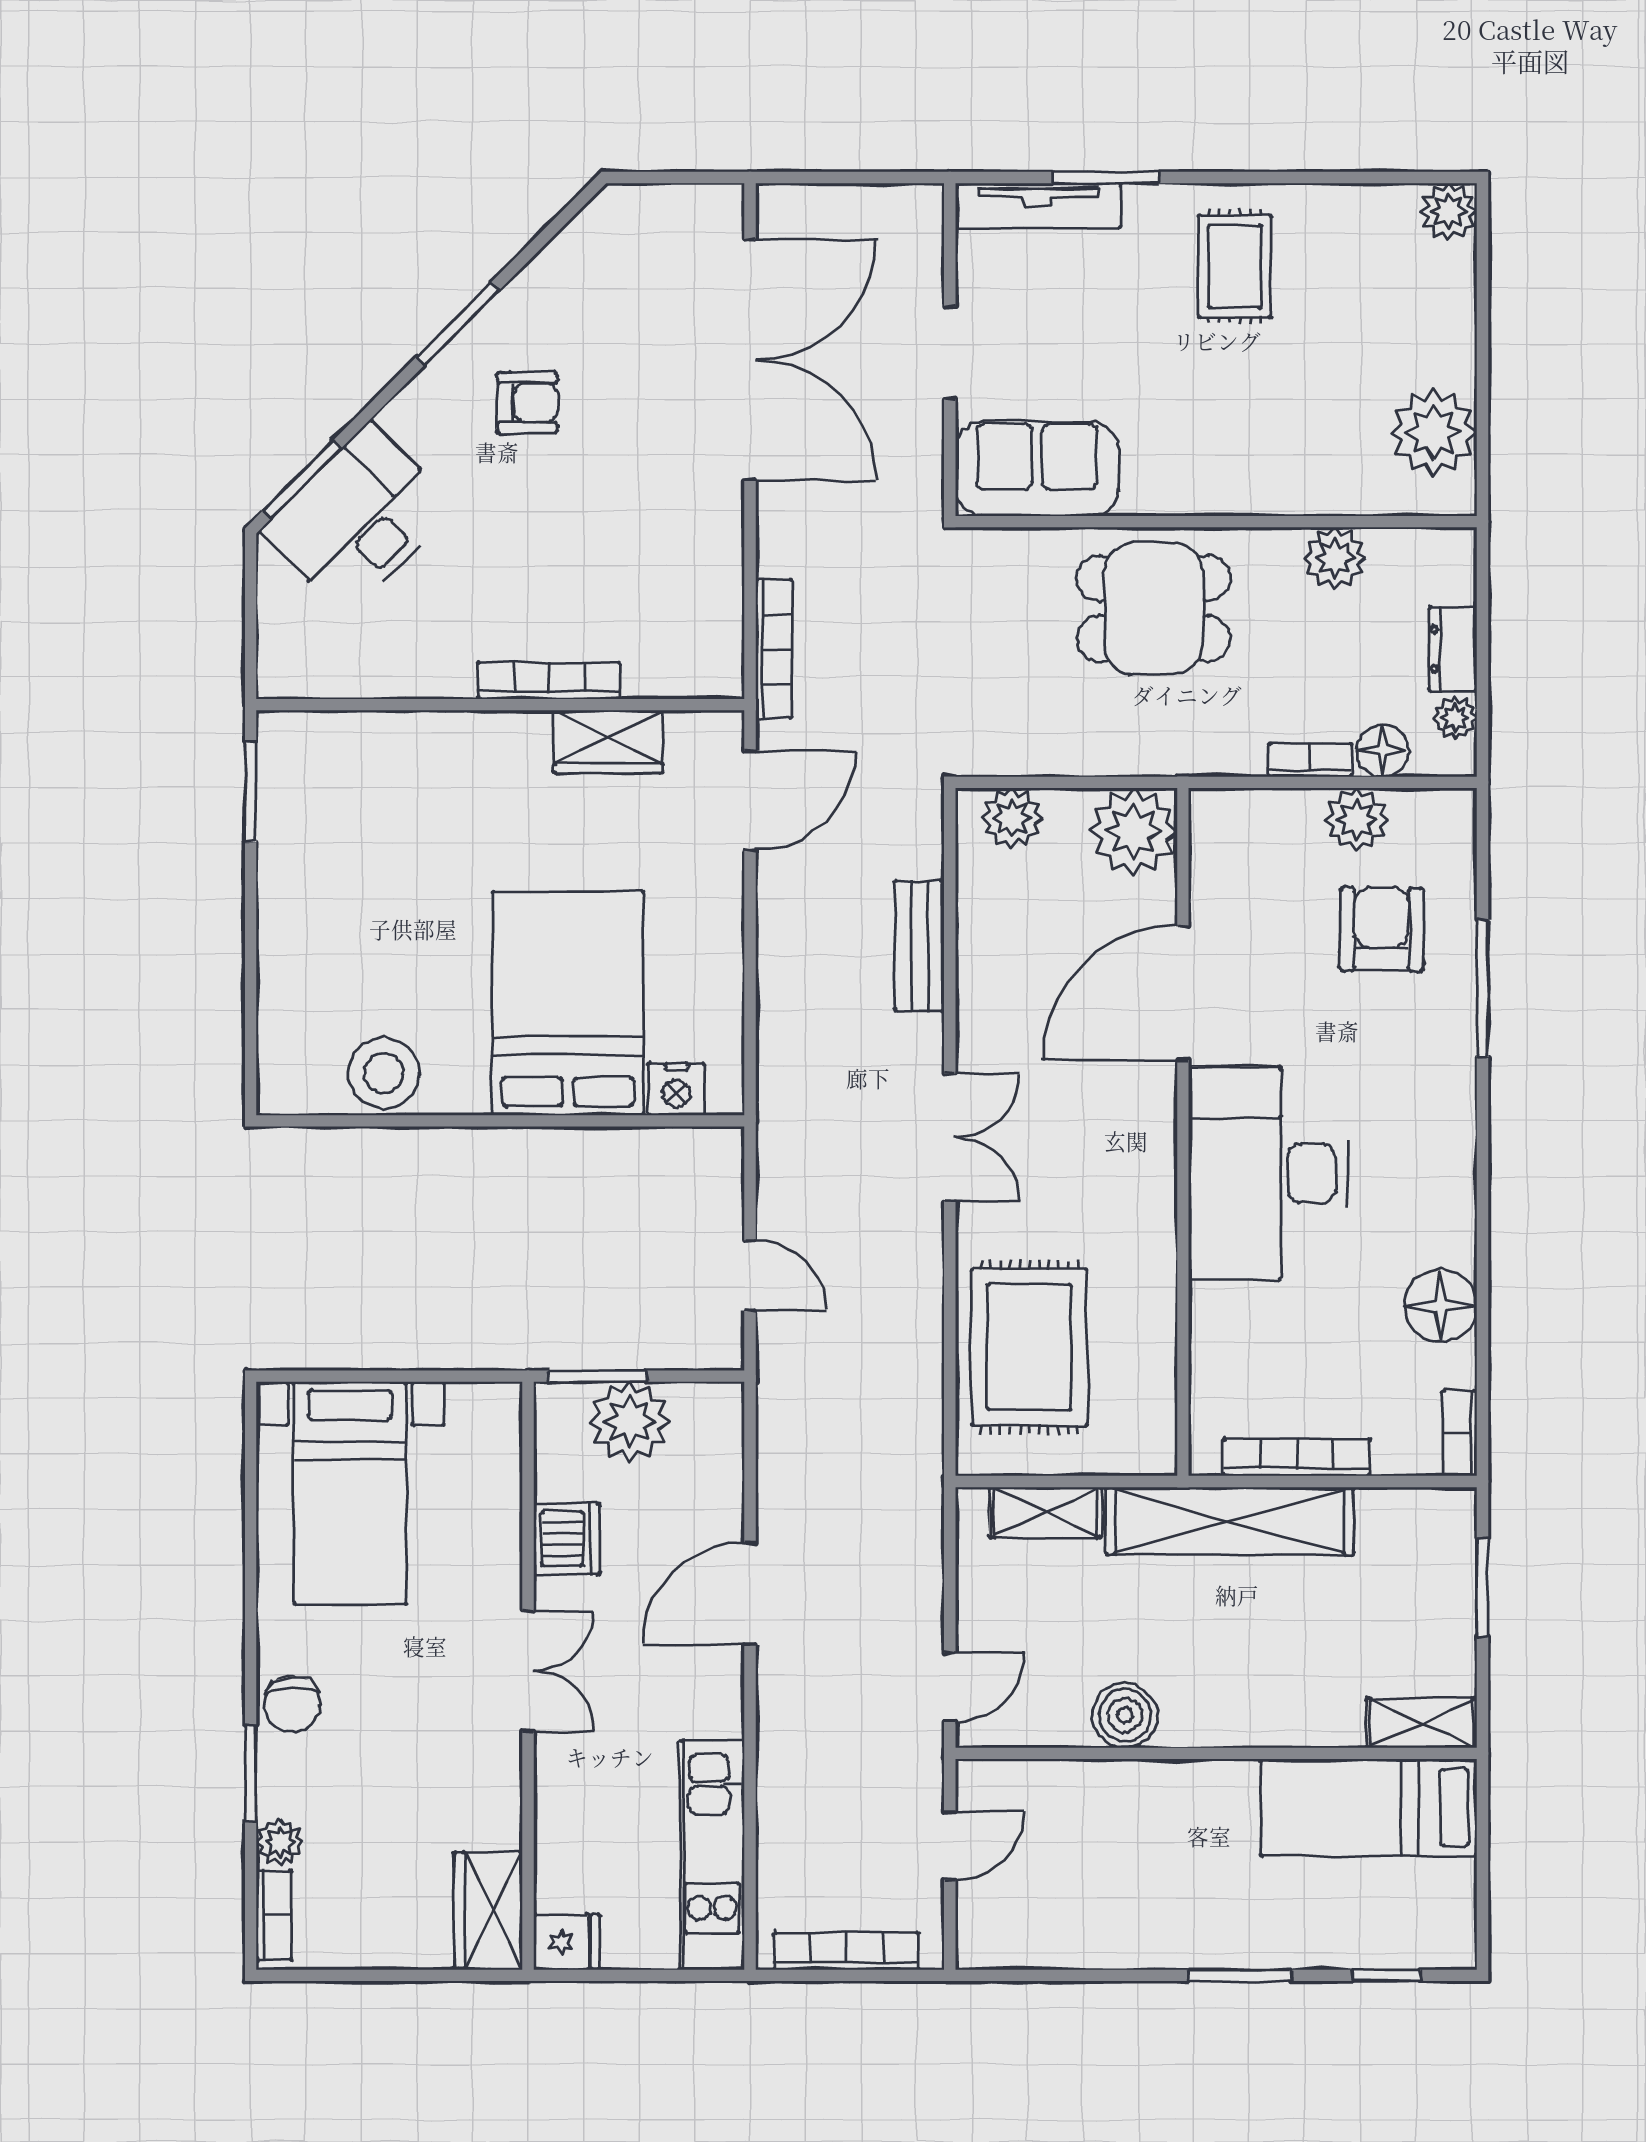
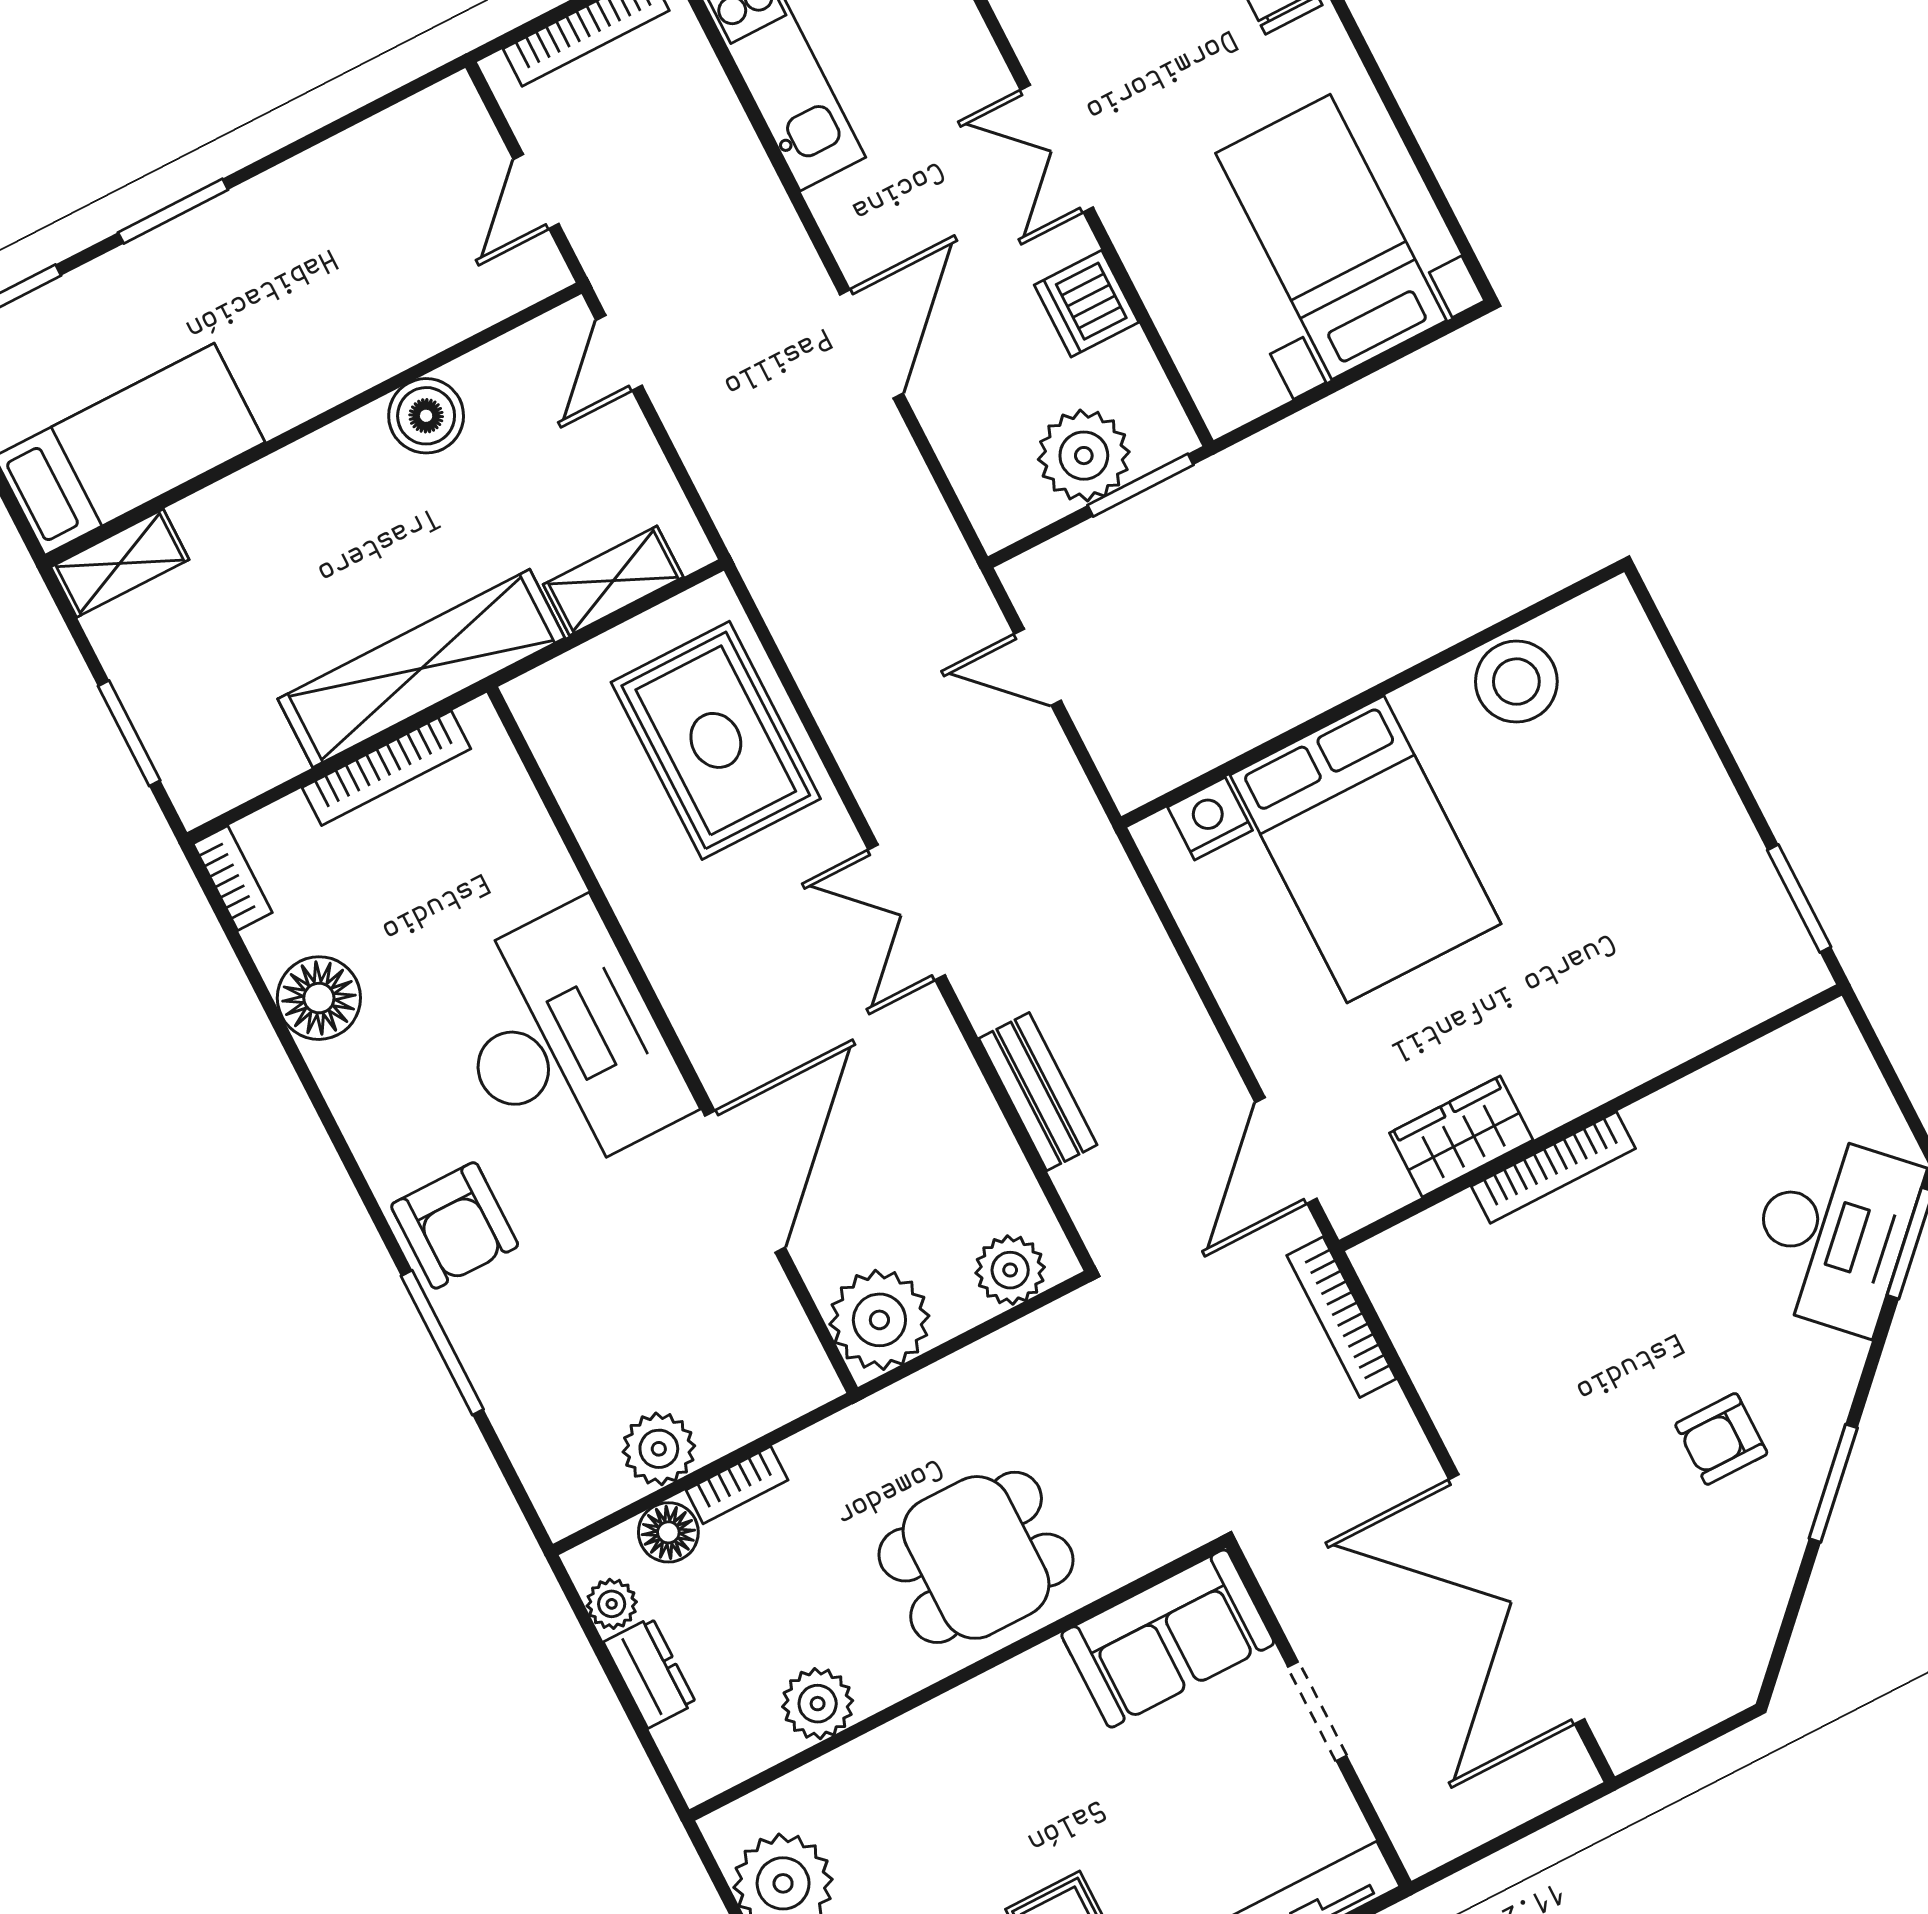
armchair: (1382, 929) -> (455, 1225), moved

